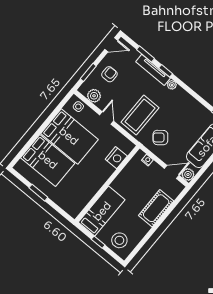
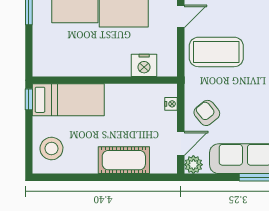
armchair: (160, 138) -> (207, 113), moved
door: (172, 172) -> (181, 143), hinge flipped
window: (98, 242) -> (29, 99), moved

